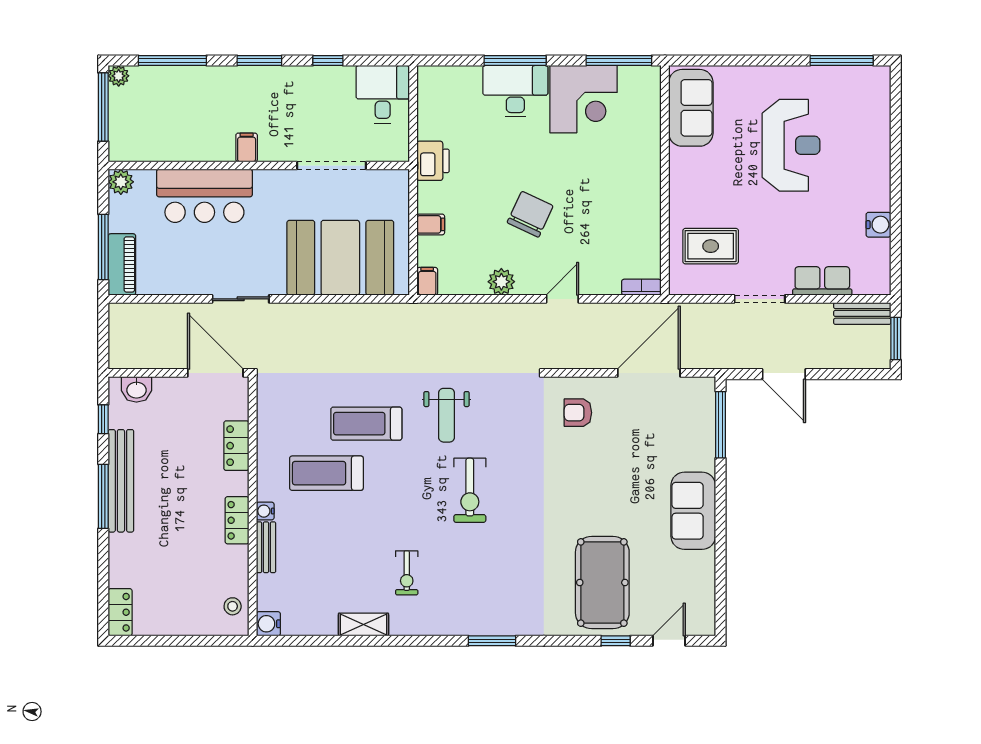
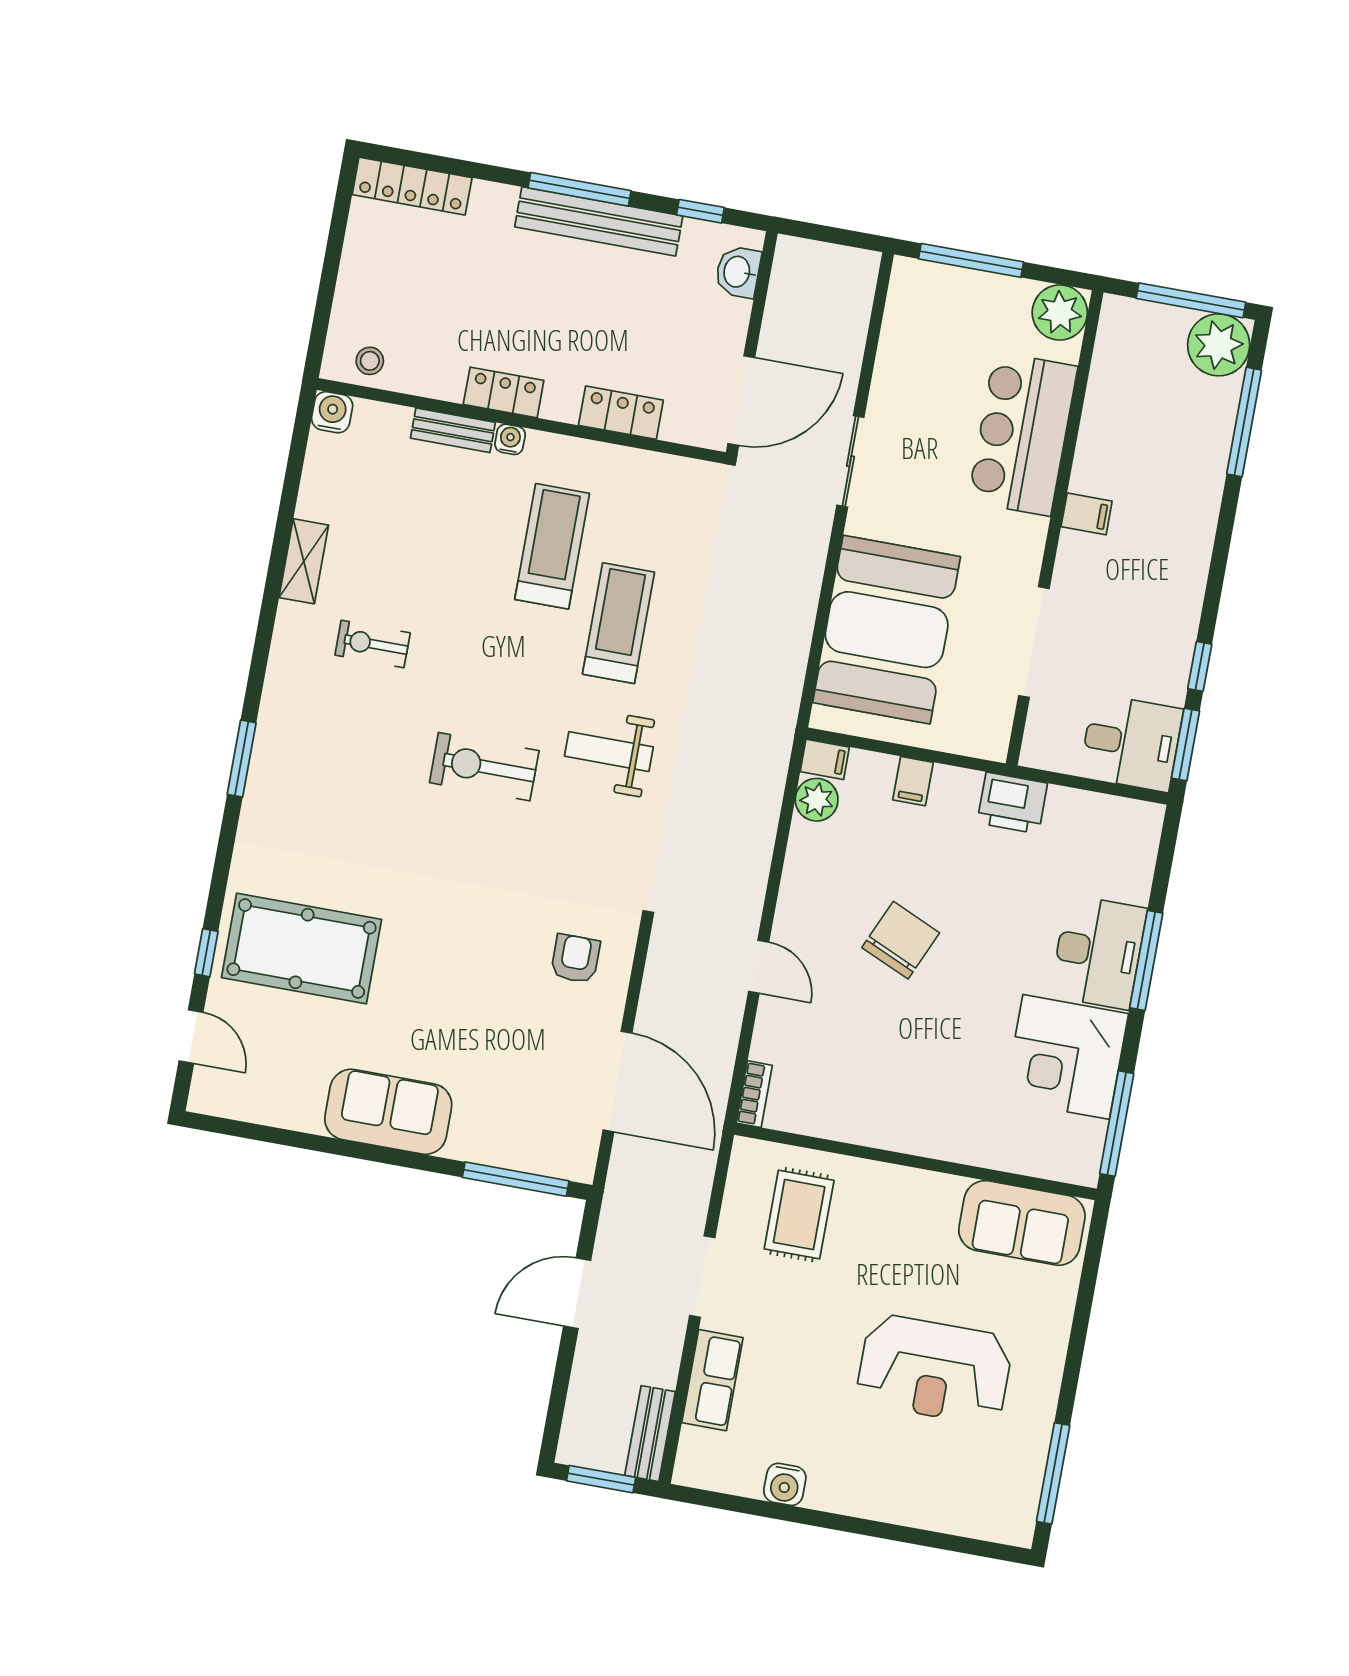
window: (259, 61) -> (1186, 745), moved
plant: (119, 76) -> (1219, 345), width x1.88, depth x1.88
plant: (121, 182) -> (1060, 312), width x1.36, depth x1.36
chair: (530, 214) -> (901, 940), turned -91
piano: (122, 264) -> (938, 285), removed
plant: (501, 282) -> (817, 800), moved
locker: (120, 612) -> (412, 186), width x1.53

